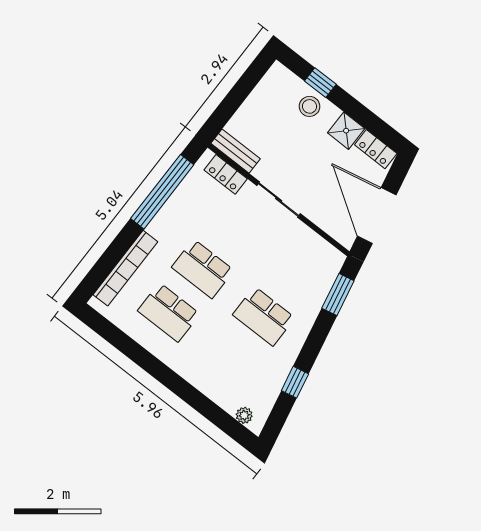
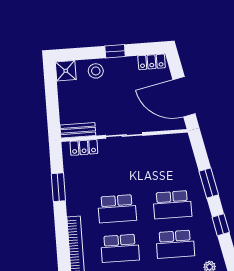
window: (320, 83) -> (115, 51), moved
shower: (346, 131) -> (66, 71), moved
window: (162, 192) -> (58, 187), width x0.47
window: (338, 295) -> (209, 183), moved
school desk: (230, 360) -> (175, 244), added

